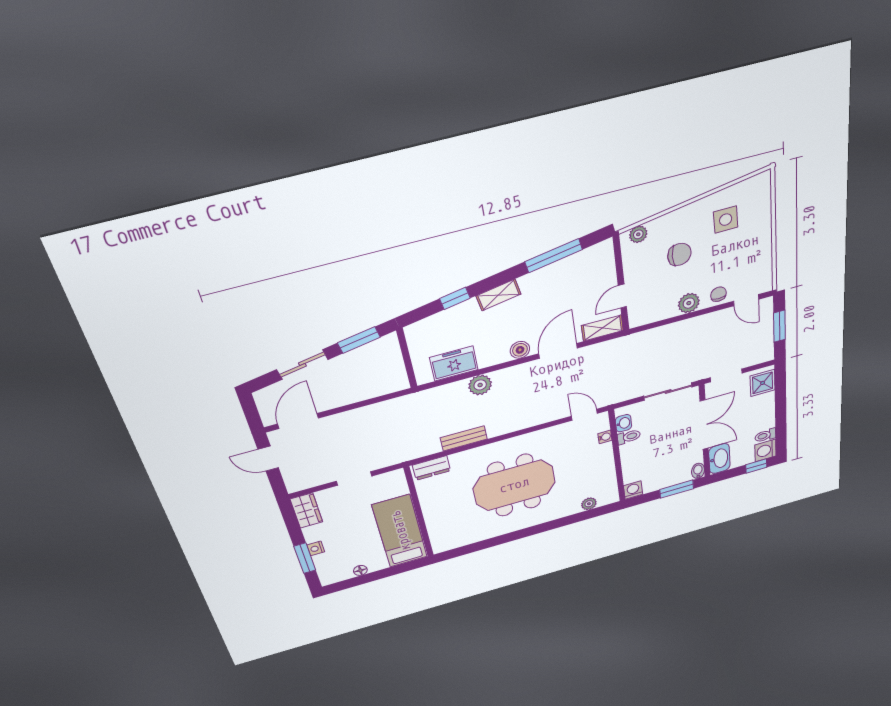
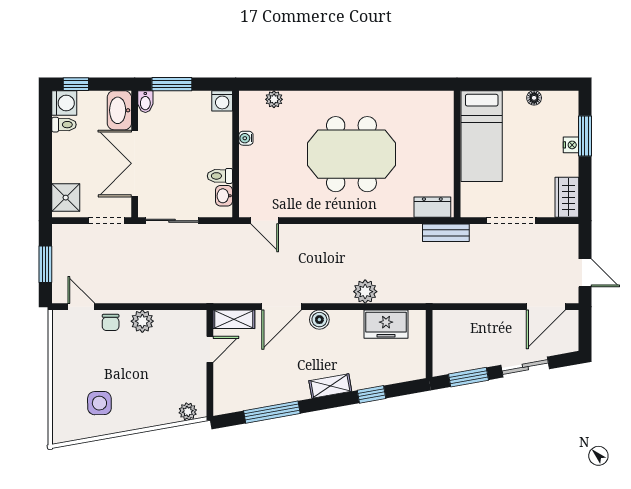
chair: (679, 254) -> (148, 379), removed
water cooler: (605, 437) -> (246, 138), moved
bench: (464, 438) -> (446, 233), moved
doorway: (354, 479) -> (511, 221), width x1.38

